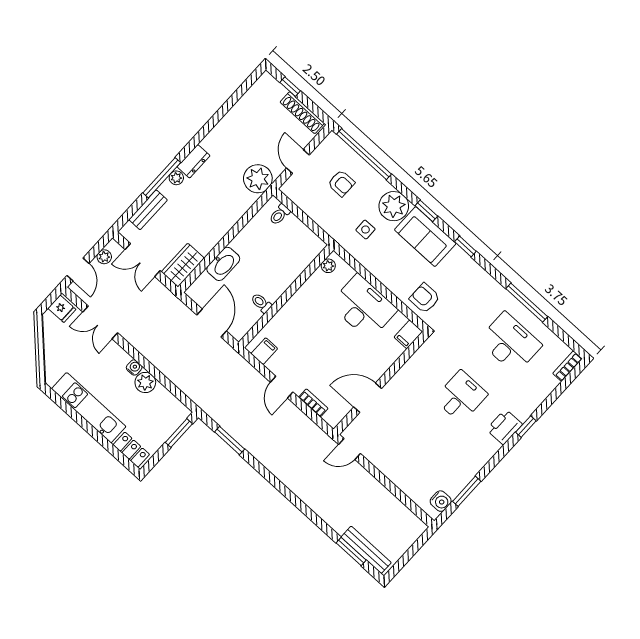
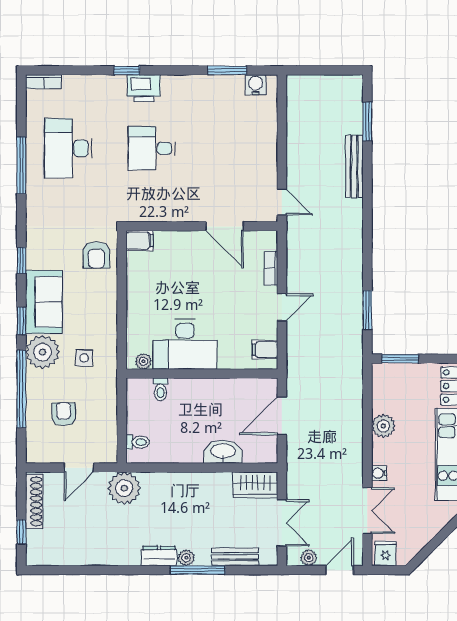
window: (364, 154) -> (21, 389), moved
toilet: (261, 303) -> (160, 389), moved
desk: (364, 307) -> (185, 344), moved, turned -90
water cooler: (134, 367) -> (379, 473), moved
bench: (366, 550) -> (354, 166), moved

